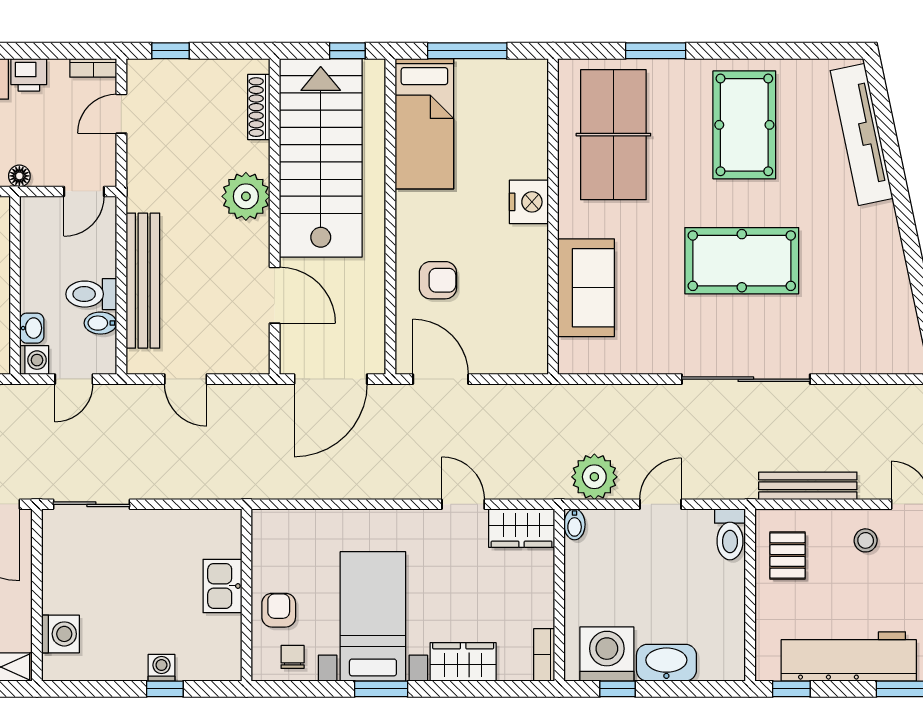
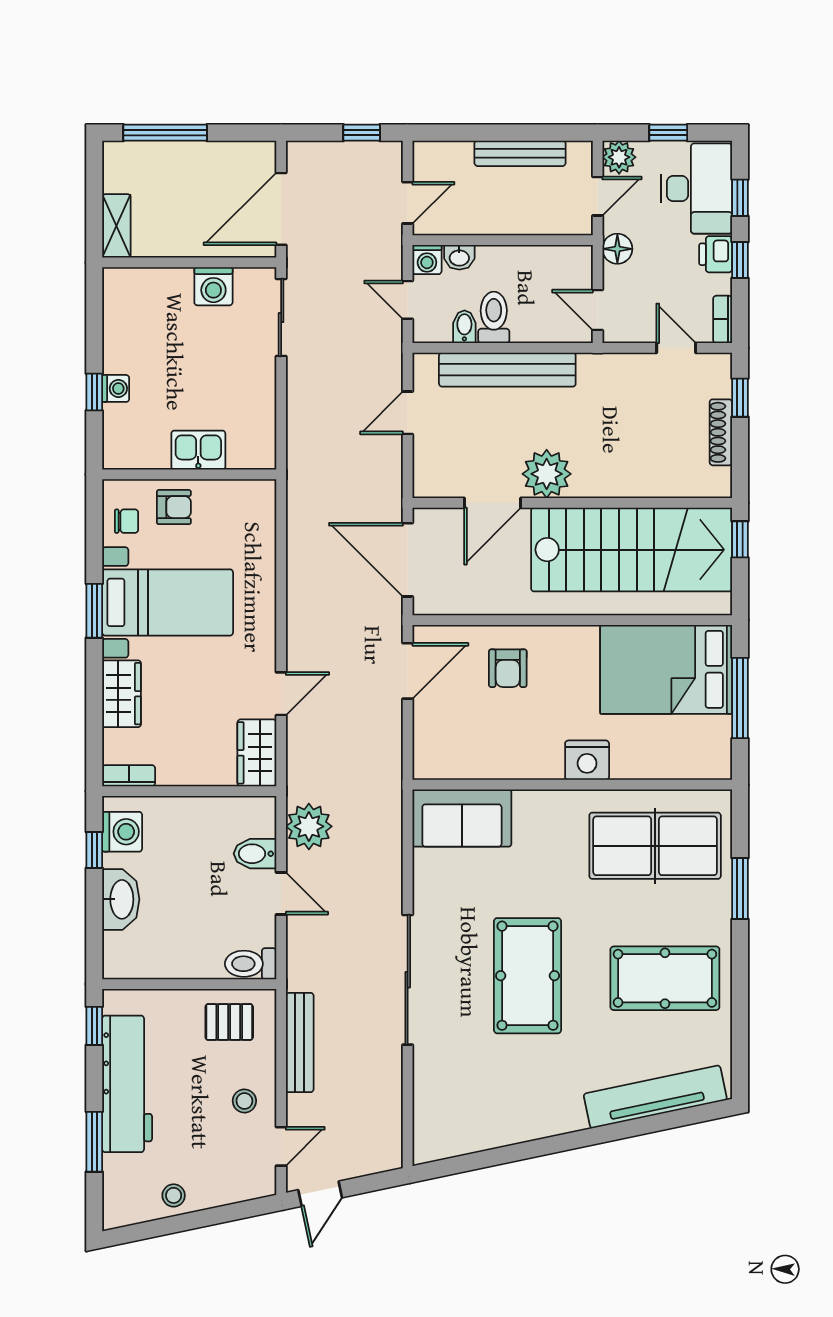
window: (34, 51) -> (740, 260), added
window: (347, 51) -> (740, 539), moved
shoe rack: (259, 107) -> (721, 432), moved, turned -90
bed: (424, 124) -> (666, 669), width x1.50
floor lamp: (19, 176) -> (617, 249), width x1.37, depth x1.37
plant: (246, 196) -> (547, 474), moved
sofa: (586, 288) -> (462, 818), moved
bidet: (575, 524) -> (255, 854), moved, width x1.38, depth x1.36
washing machine: (60, 634) -> (213, 286), moved
washing machine: (607, 654) -> (122, 832), width x0.73, depth x0.73

